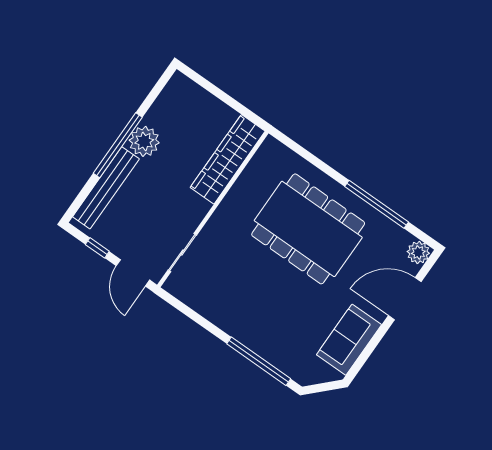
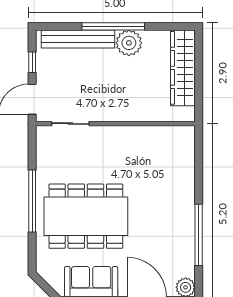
wardrobe: (228, 159) -> (183, 68), moved, turned -90
dining table: (308, 229) -> (86, 216), moved, turned 90
window: (259, 361) -> (32, 201), moved

